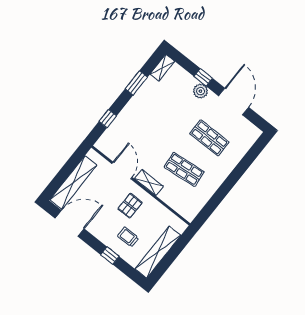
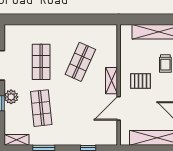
shop shelf: (172, 108) -> (41, 108), added
shop shelf: (184, 169) -> (80, 62), turned 30

